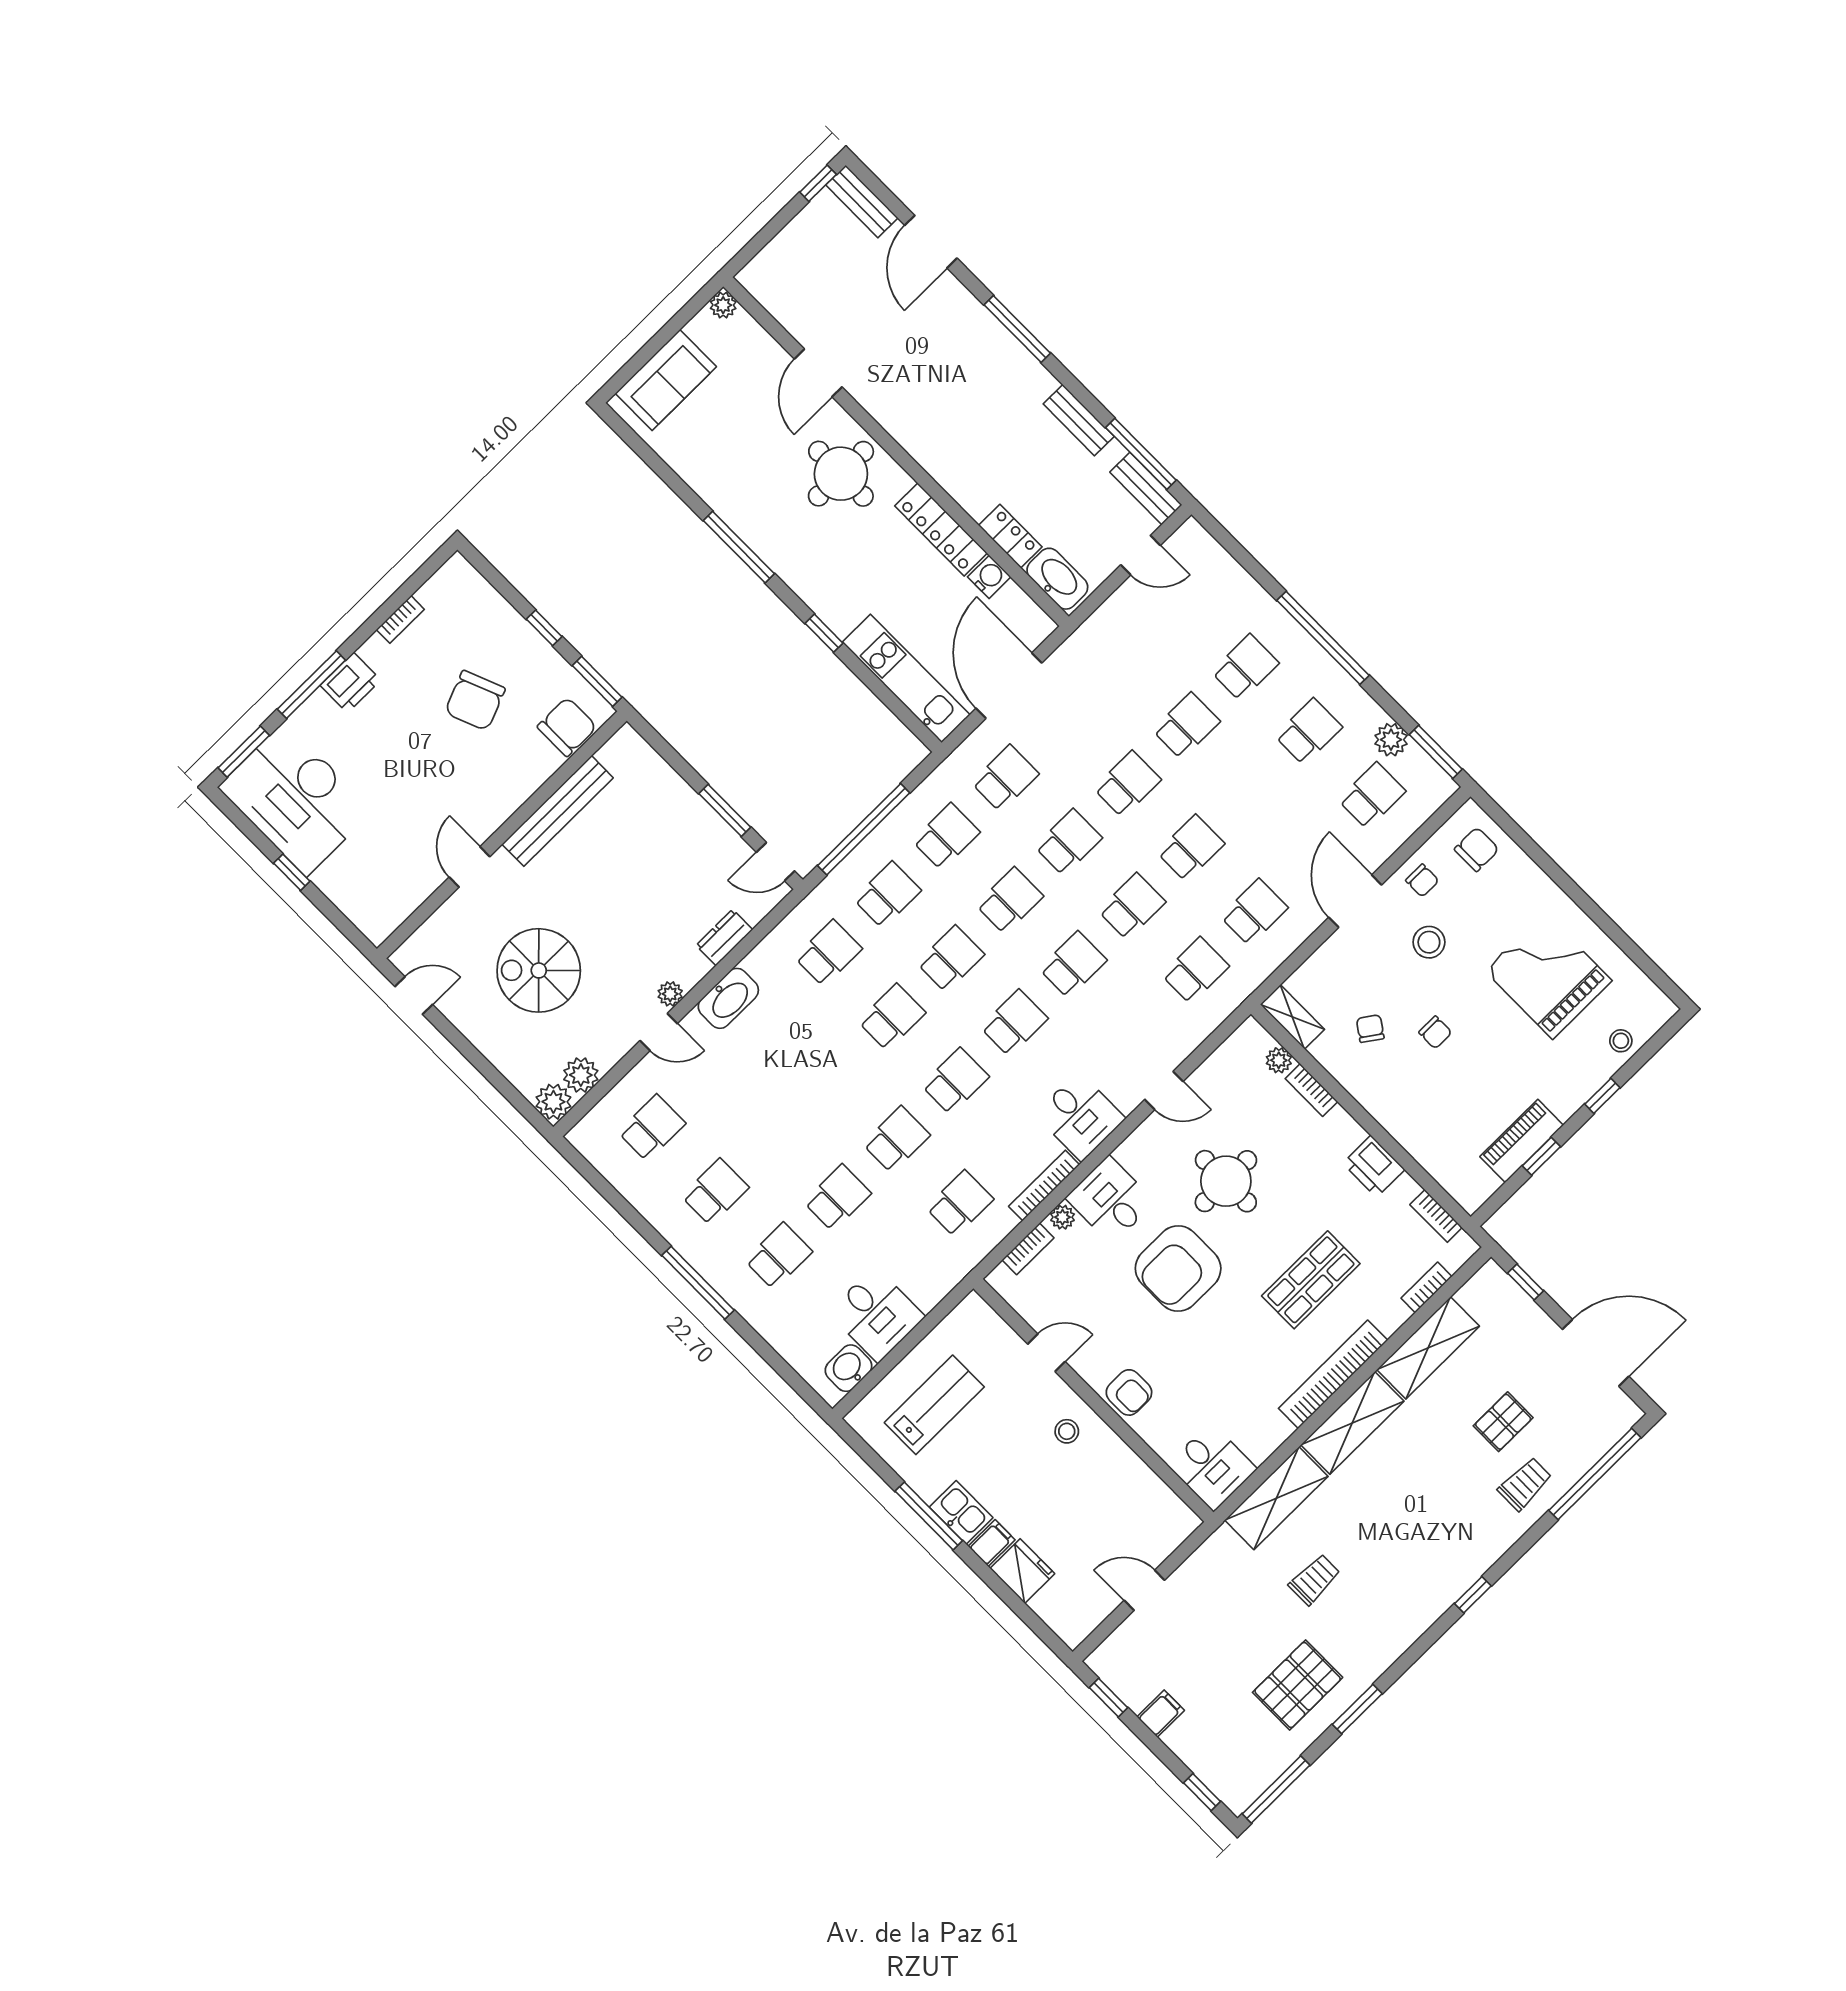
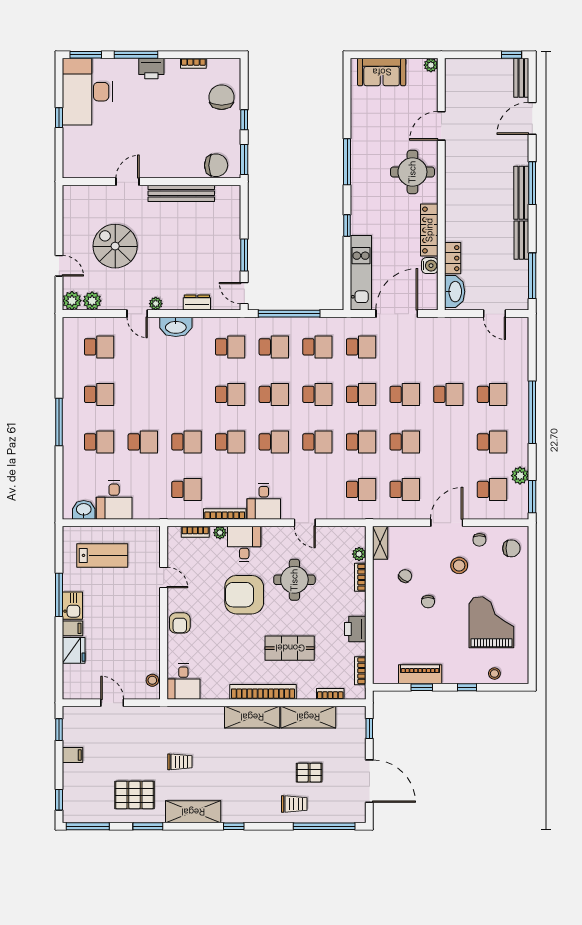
bench: (1146, 488) -> (521, 193), moved, width x1.36
chair: (475, 700) -> (222, 97), moved, turned 112
door: (414, 996) -> (59, 266), moved
stool: (1067, 1431) -> (152, 680), moved
shelving: (1276, 1498) -> (193, 812), moved

